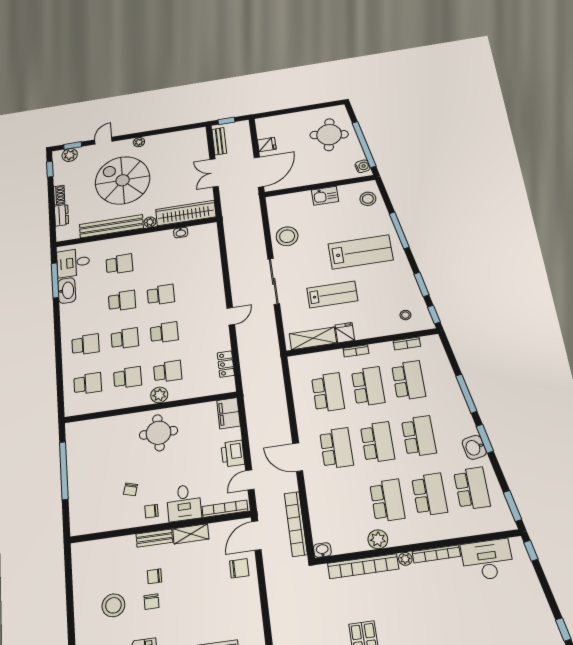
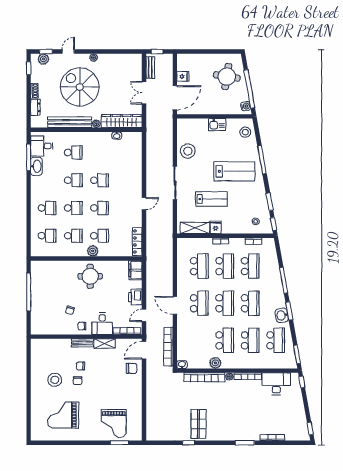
locker: (226, 364) -> (137, 241), width x1.53

